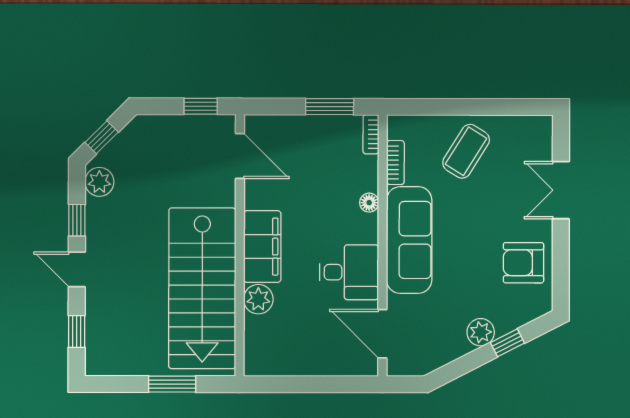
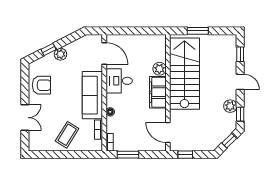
plant: (99, 182) -> (230, 106), moved
window: (77, 220) -> (240, 114), moved

